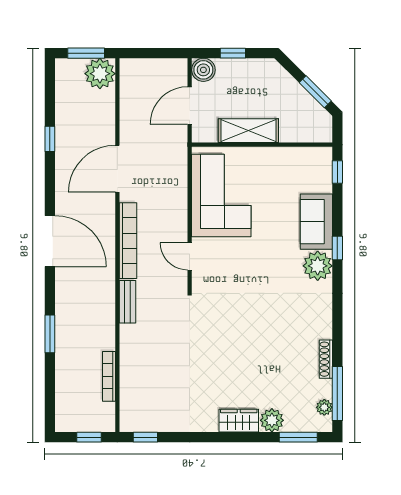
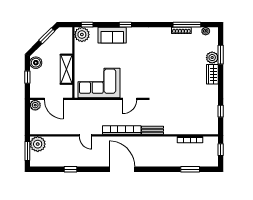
plant: (177, 69) -> (35, 105), added
boiler: (203, 70) -> (36, 63), moved
door: (117, 169) -> (86, 135), width x0.53
door: (50, 241) -> (122, 169), hinge flipped
plant: (318, 266) -> (82, 35), moved
window: (50, 334) -> (190, 169), moved
window: (337, 394) -> (187, 25), moved
window: (145, 437) -> (221, 111), moved
window: (298, 437) -> (221, 55), moved

